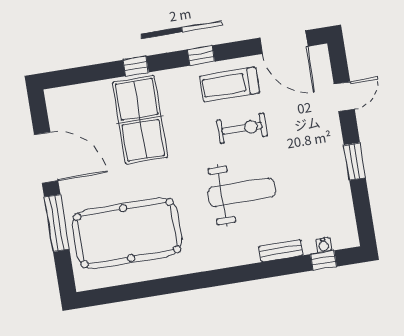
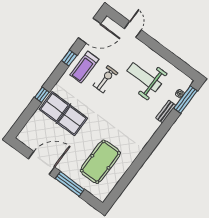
window: (201, 56) -> (69, 58), moved
window: (355, 162) -> (161, 50), removed
weight bench: (242, 192) -> (144, 77), moved, turned -90
pool table: (127, 233) -> (100, 162), width x0.73, depth x0.76
window: (324, 260) -> (186, 99), width x2.17

